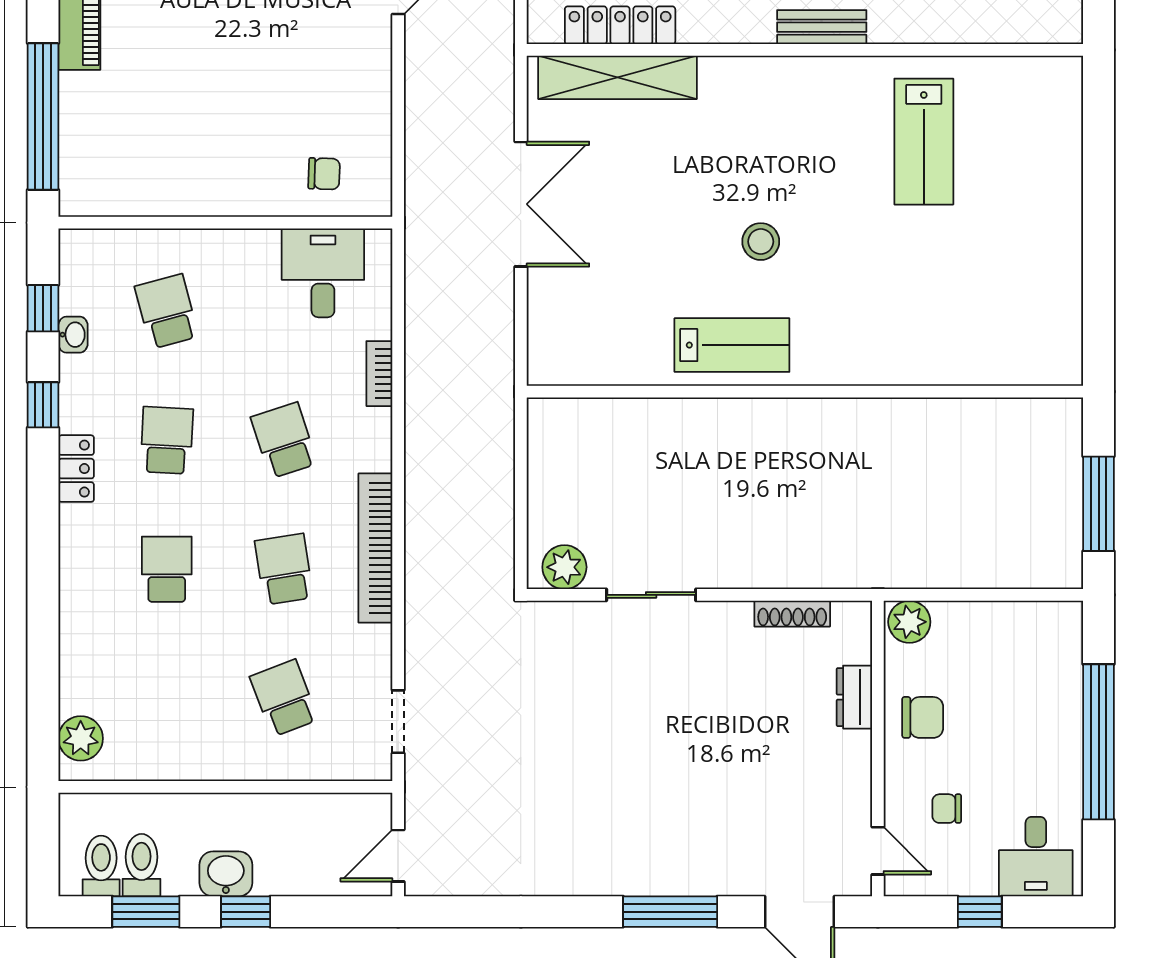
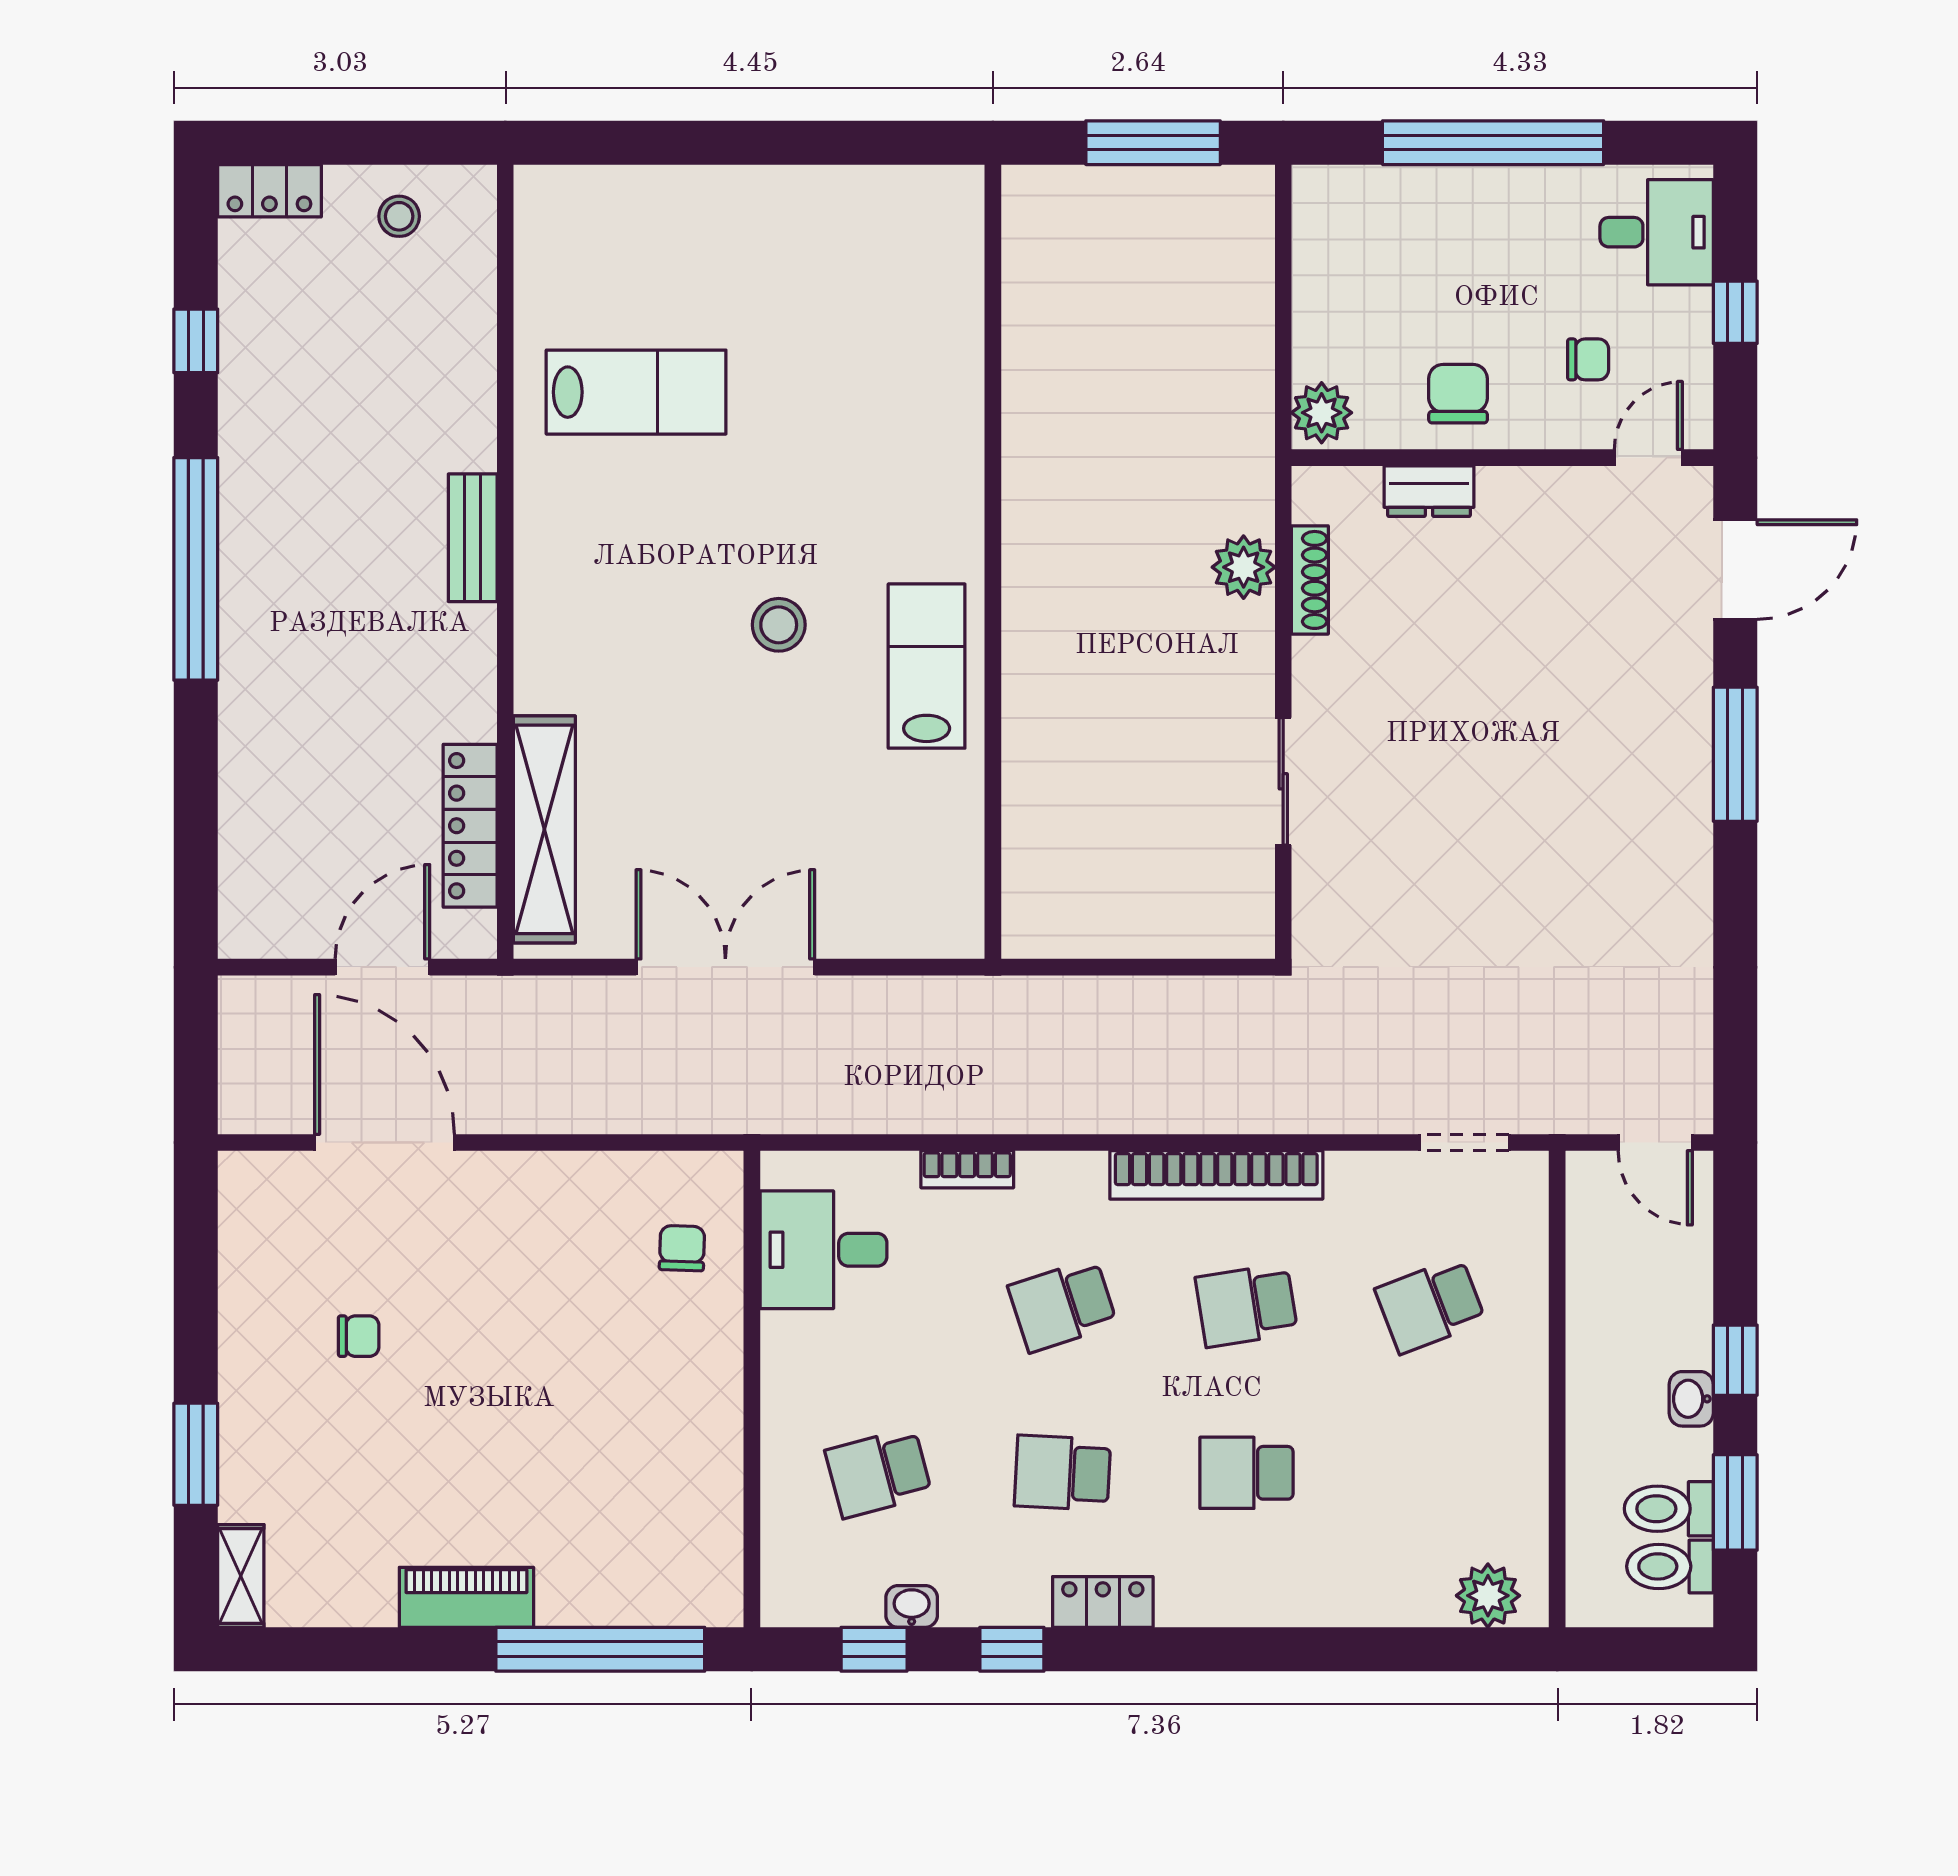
plant: (564, 567) -> (1244, 567), moved
chair: (947, 809) -> (1588, 359), turned -90
washbasin: (226, 874) -> (1691, 1399), width x0.72, depth x0.69

